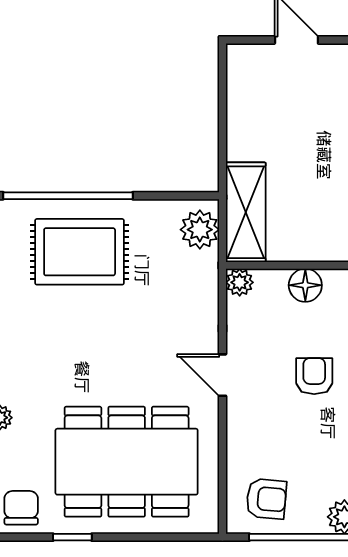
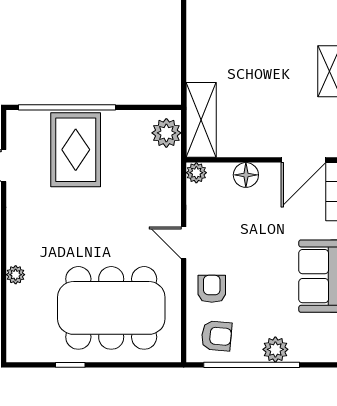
rug: (80, 252) -> (76, 150), turned 90
armchair: (314, 376) -> (212, 289), moved
chair: (21, 508) -> (32, 343), removed

